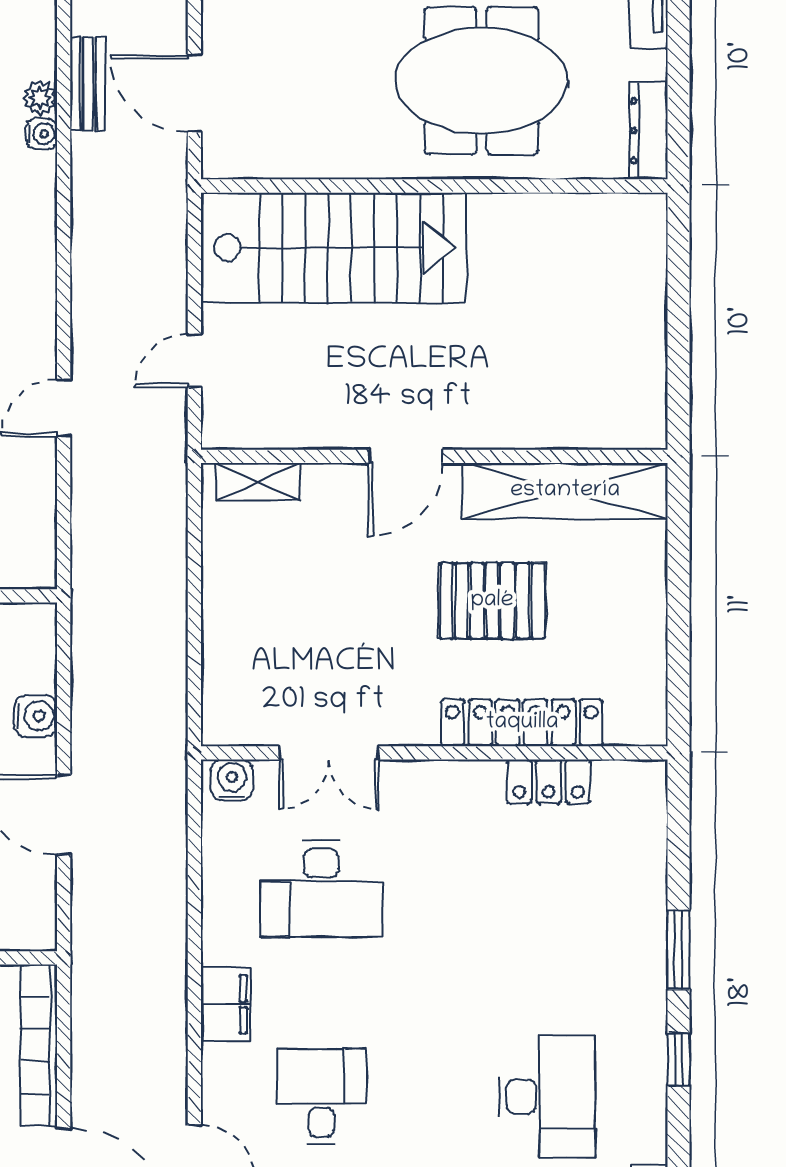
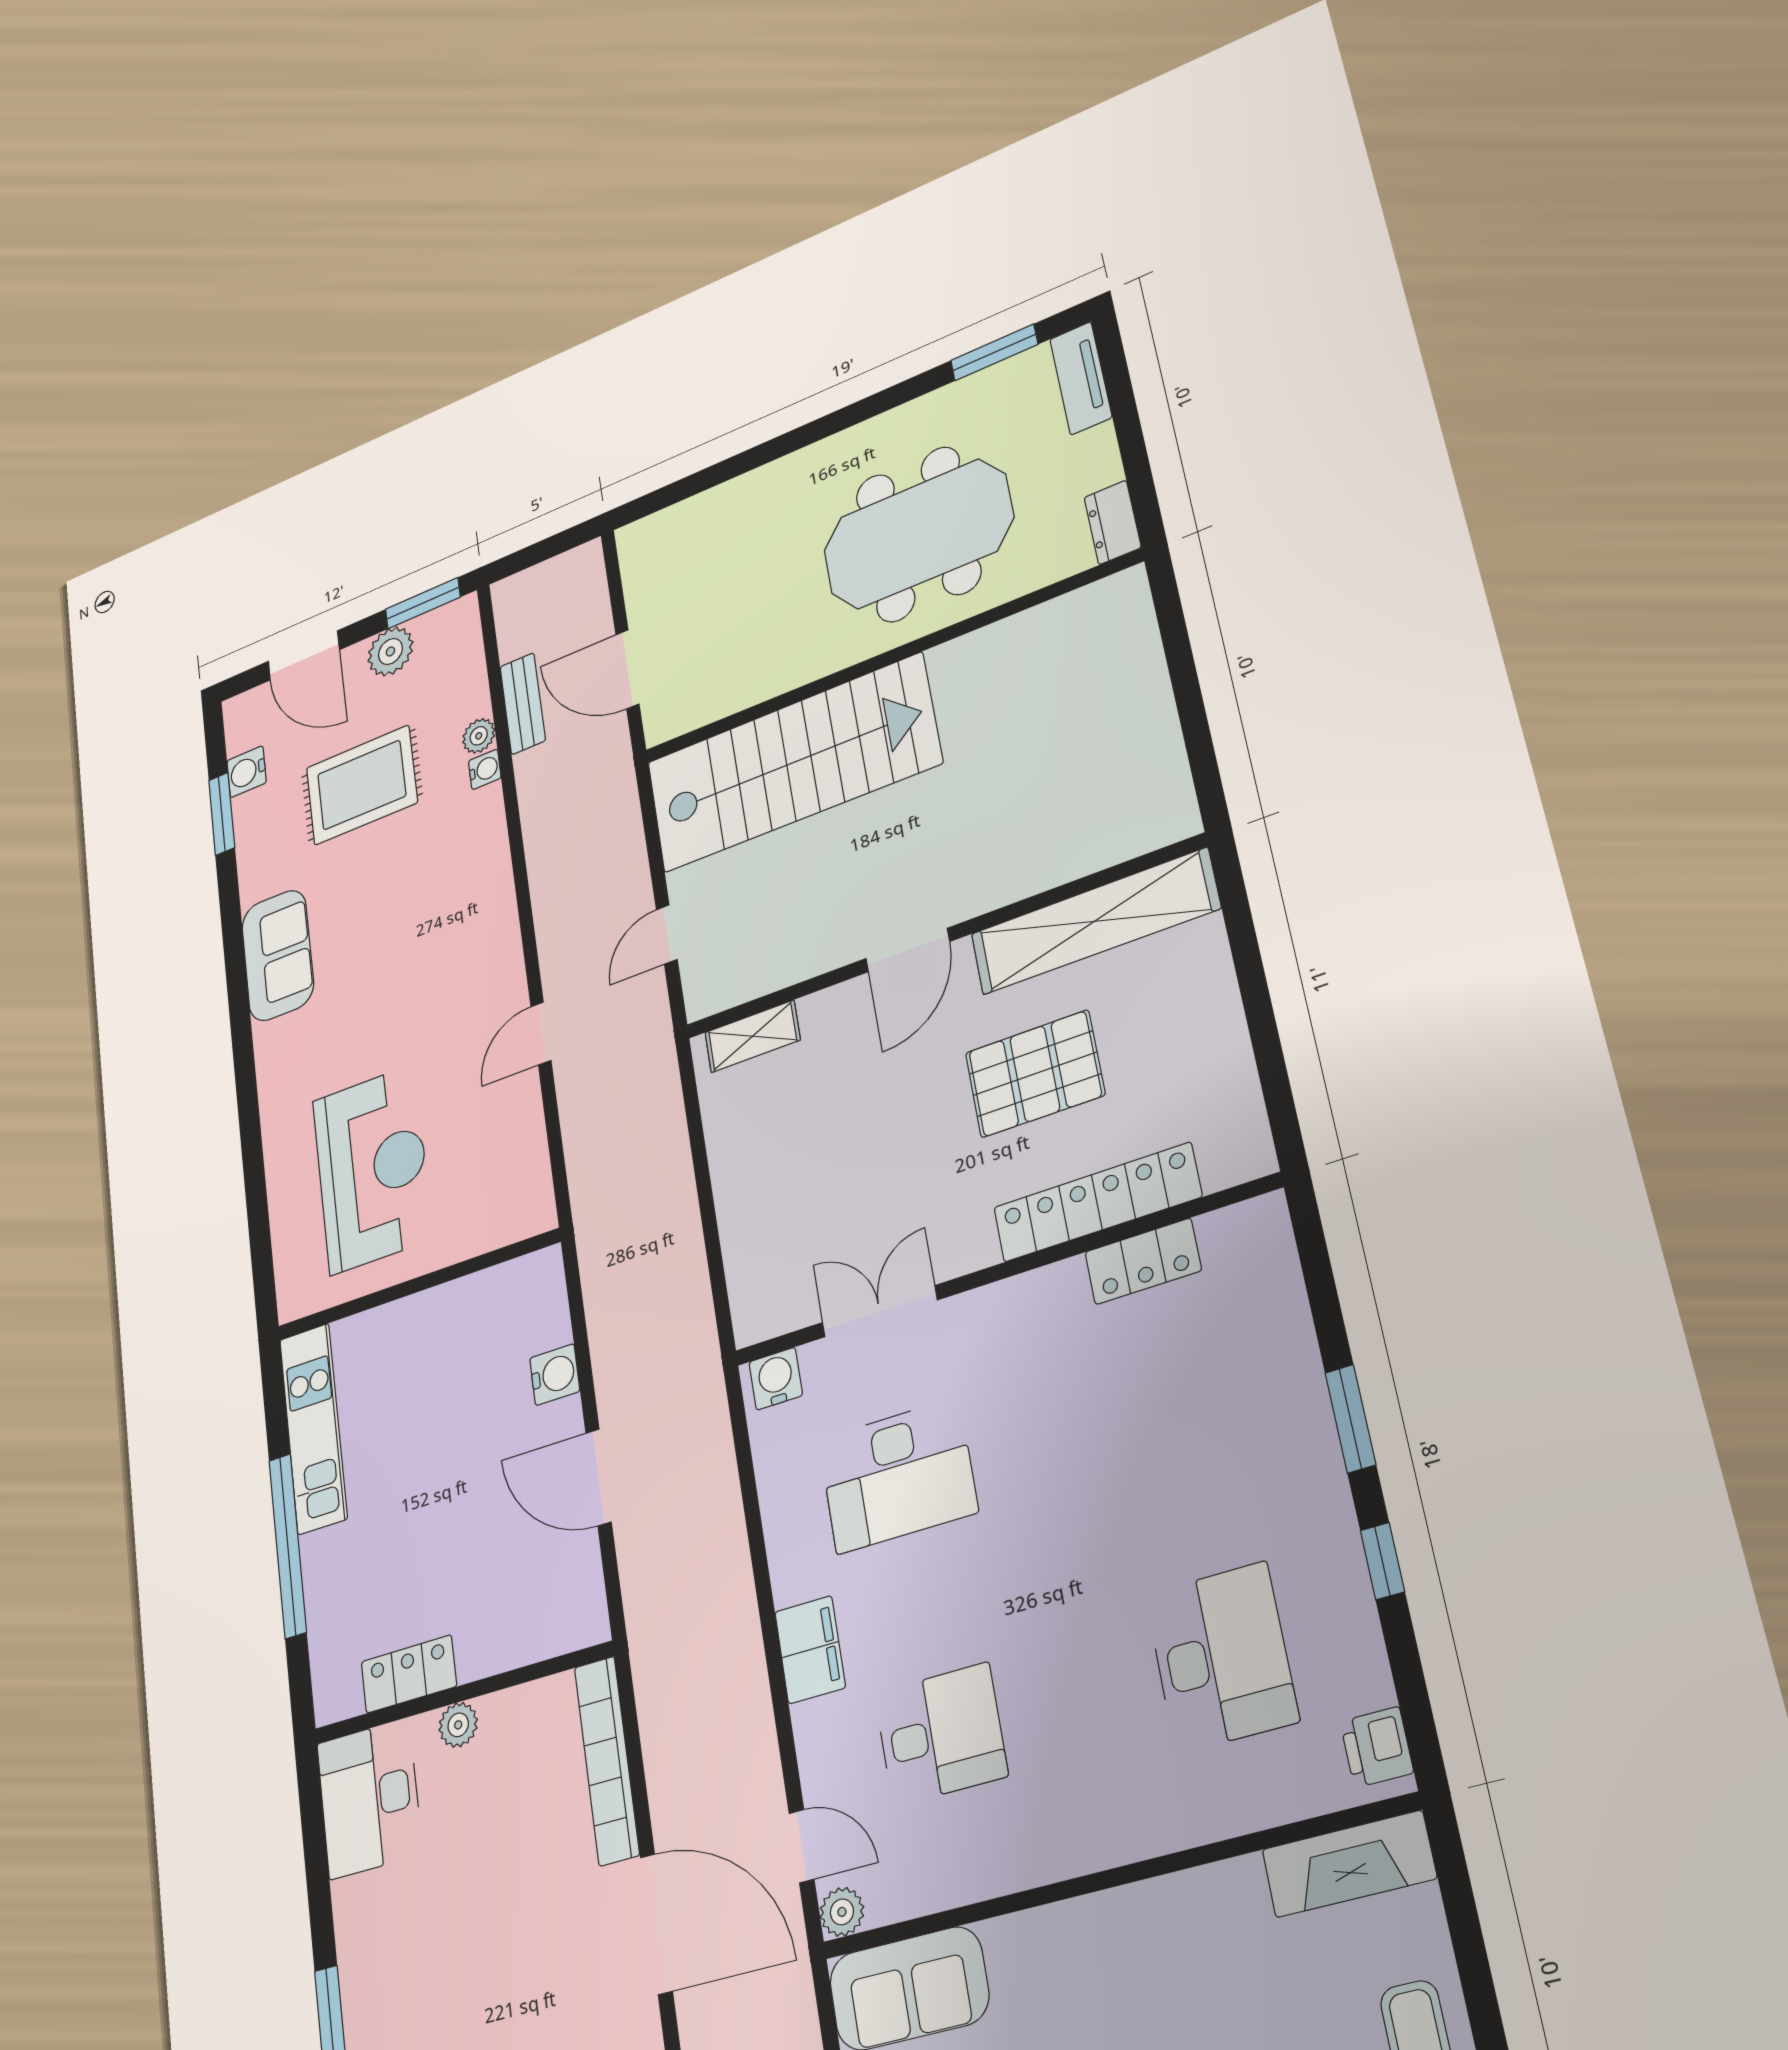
dresser: (648, 131) -> (1113, 522), width x0.70
double door: (329, 753) -> (880, 1311), swing flipped
desk: (321, 1096) -> (941, 1734), turned 90

